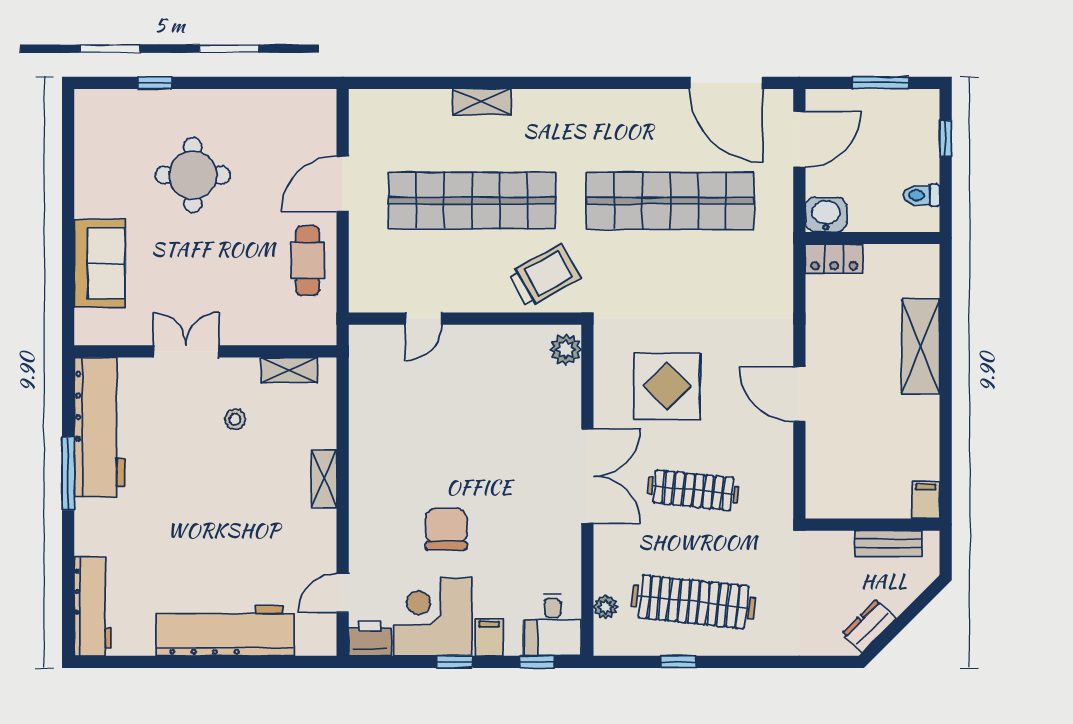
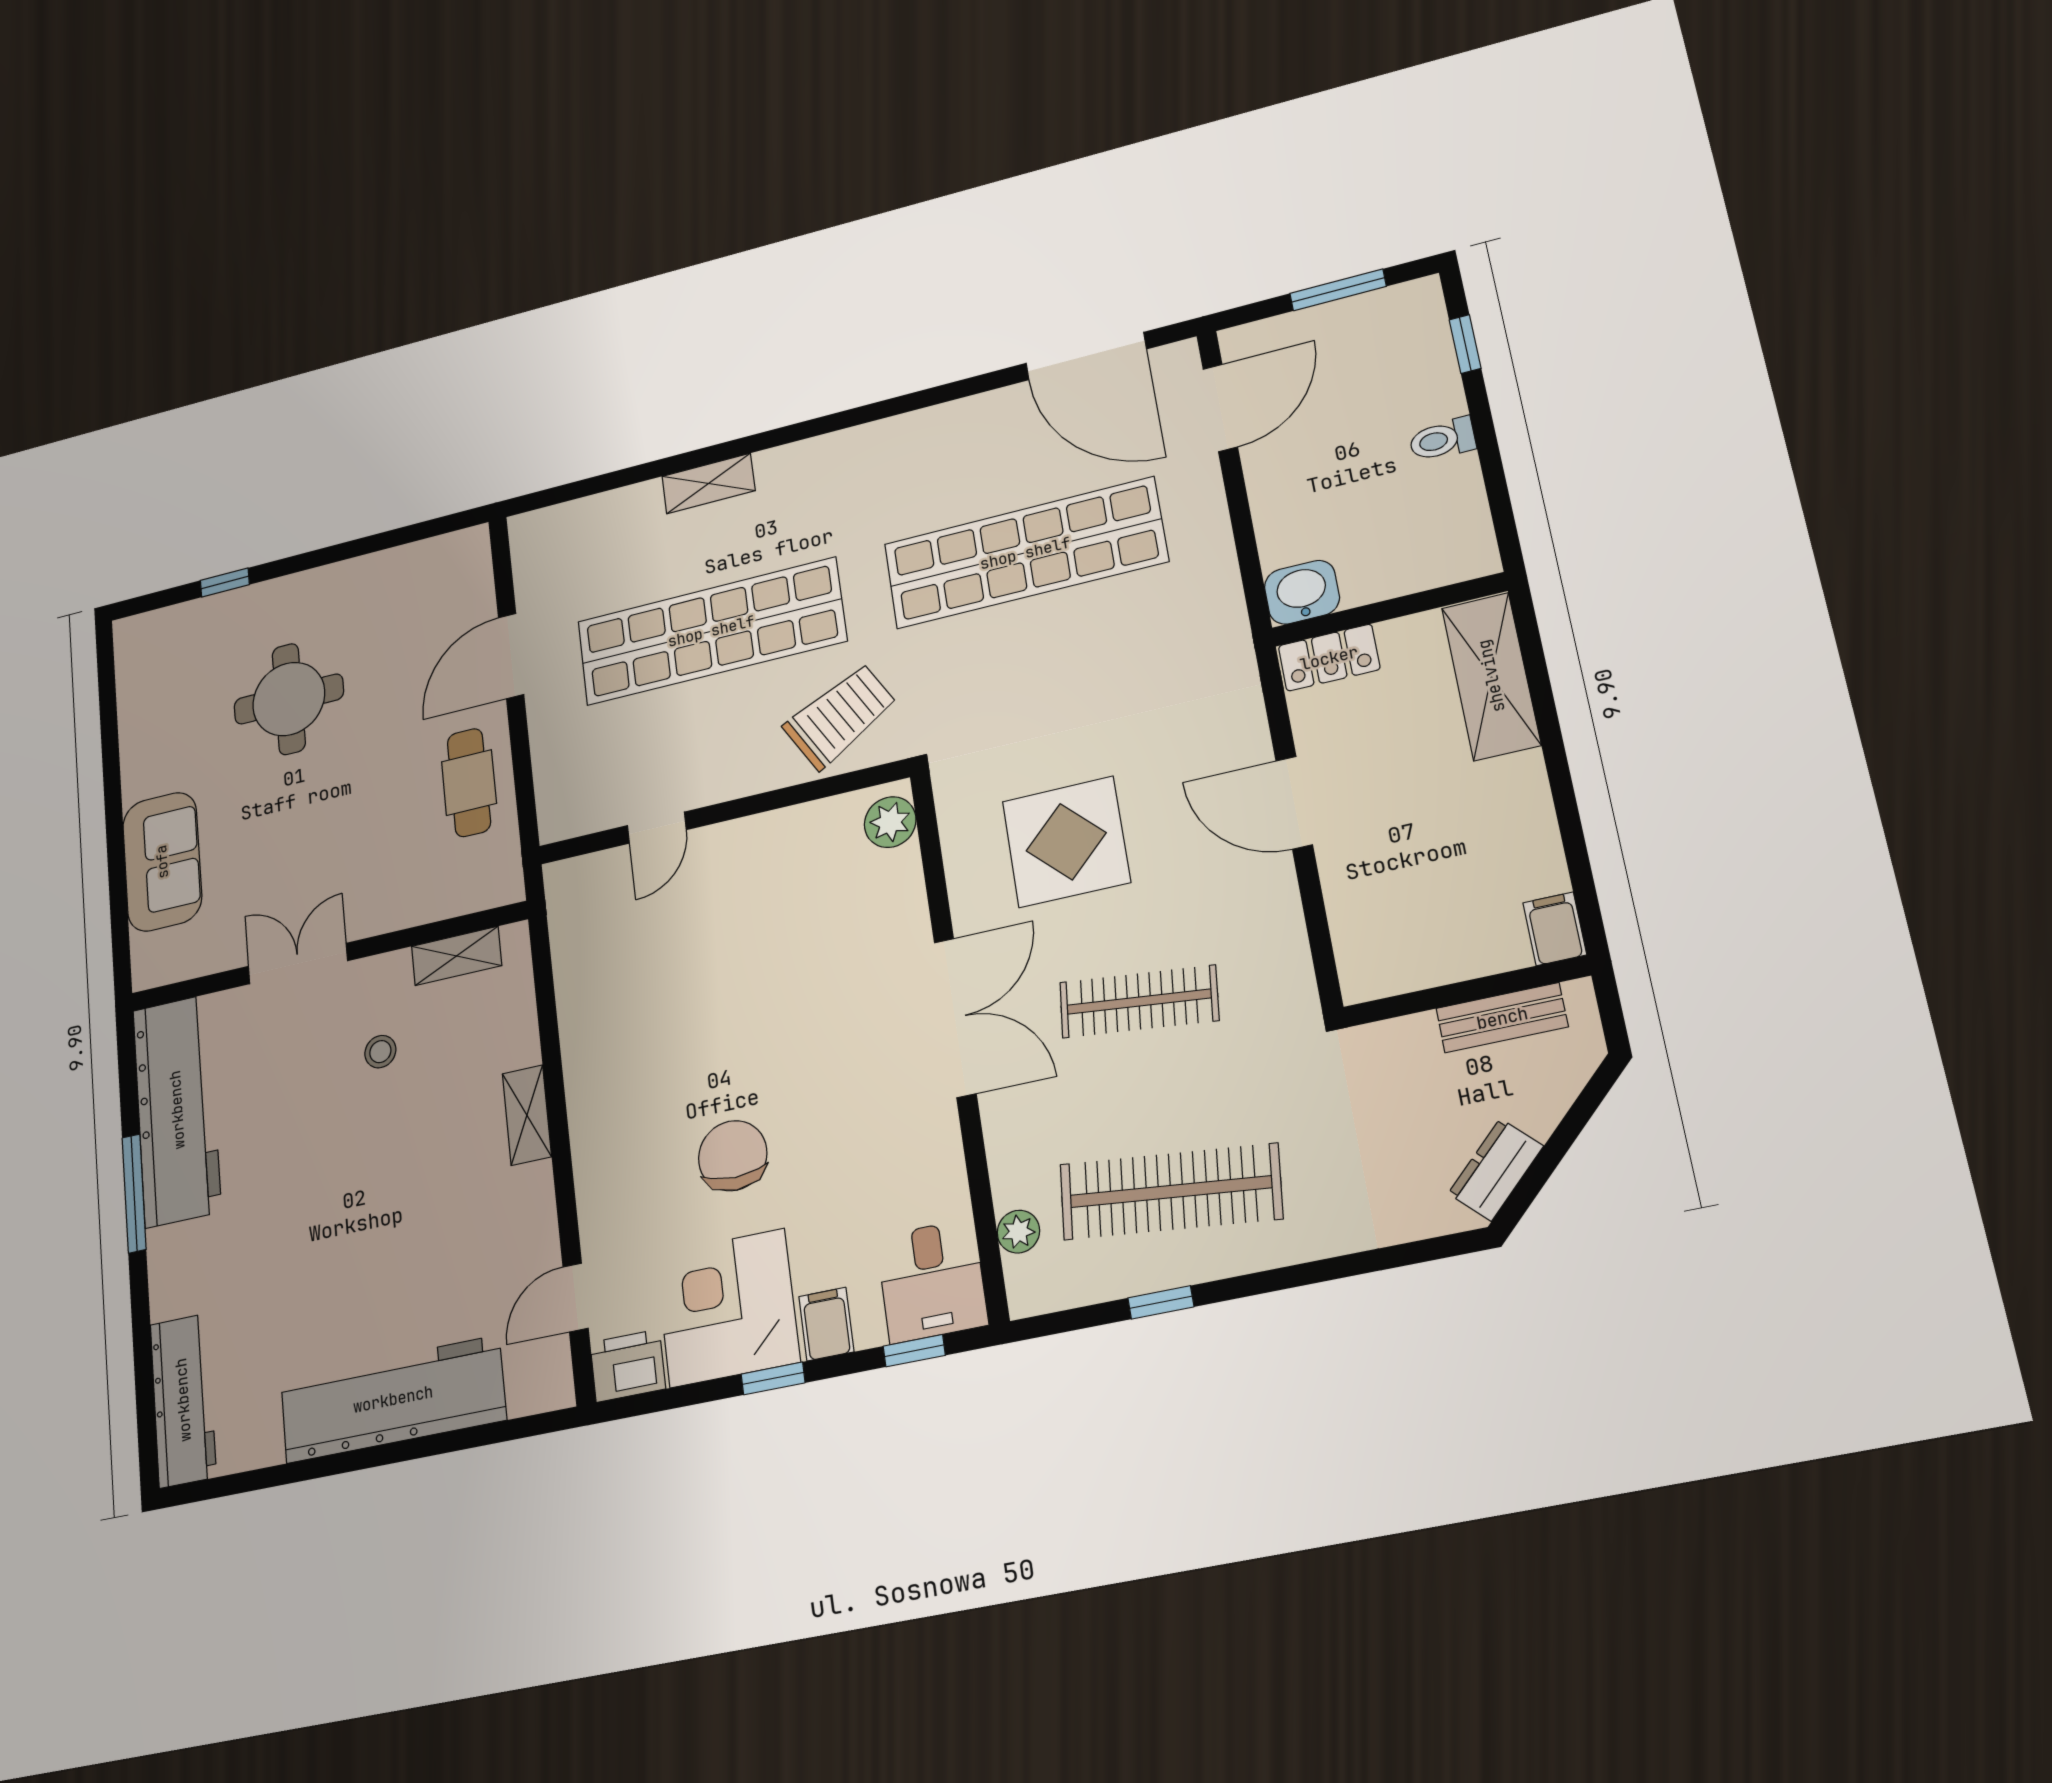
washbasin: (826, 215) -> (1302, 592), moved
wall: (873, 238) -> (1389, 610), moved
locker: (834, 258) -> (1329, 658), moved

